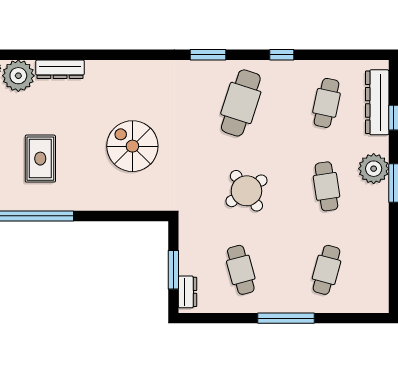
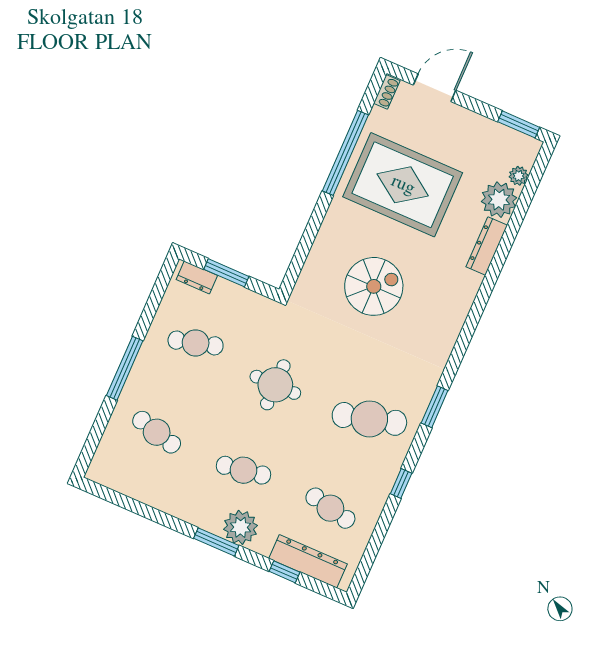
cafe table: (241, 103) -> (369, 419), turned -33
rug: (40, 159) -> (403, 185), width x1.86, depth x2.06
round table: (246, 191) -> (275, 385), turned 35

